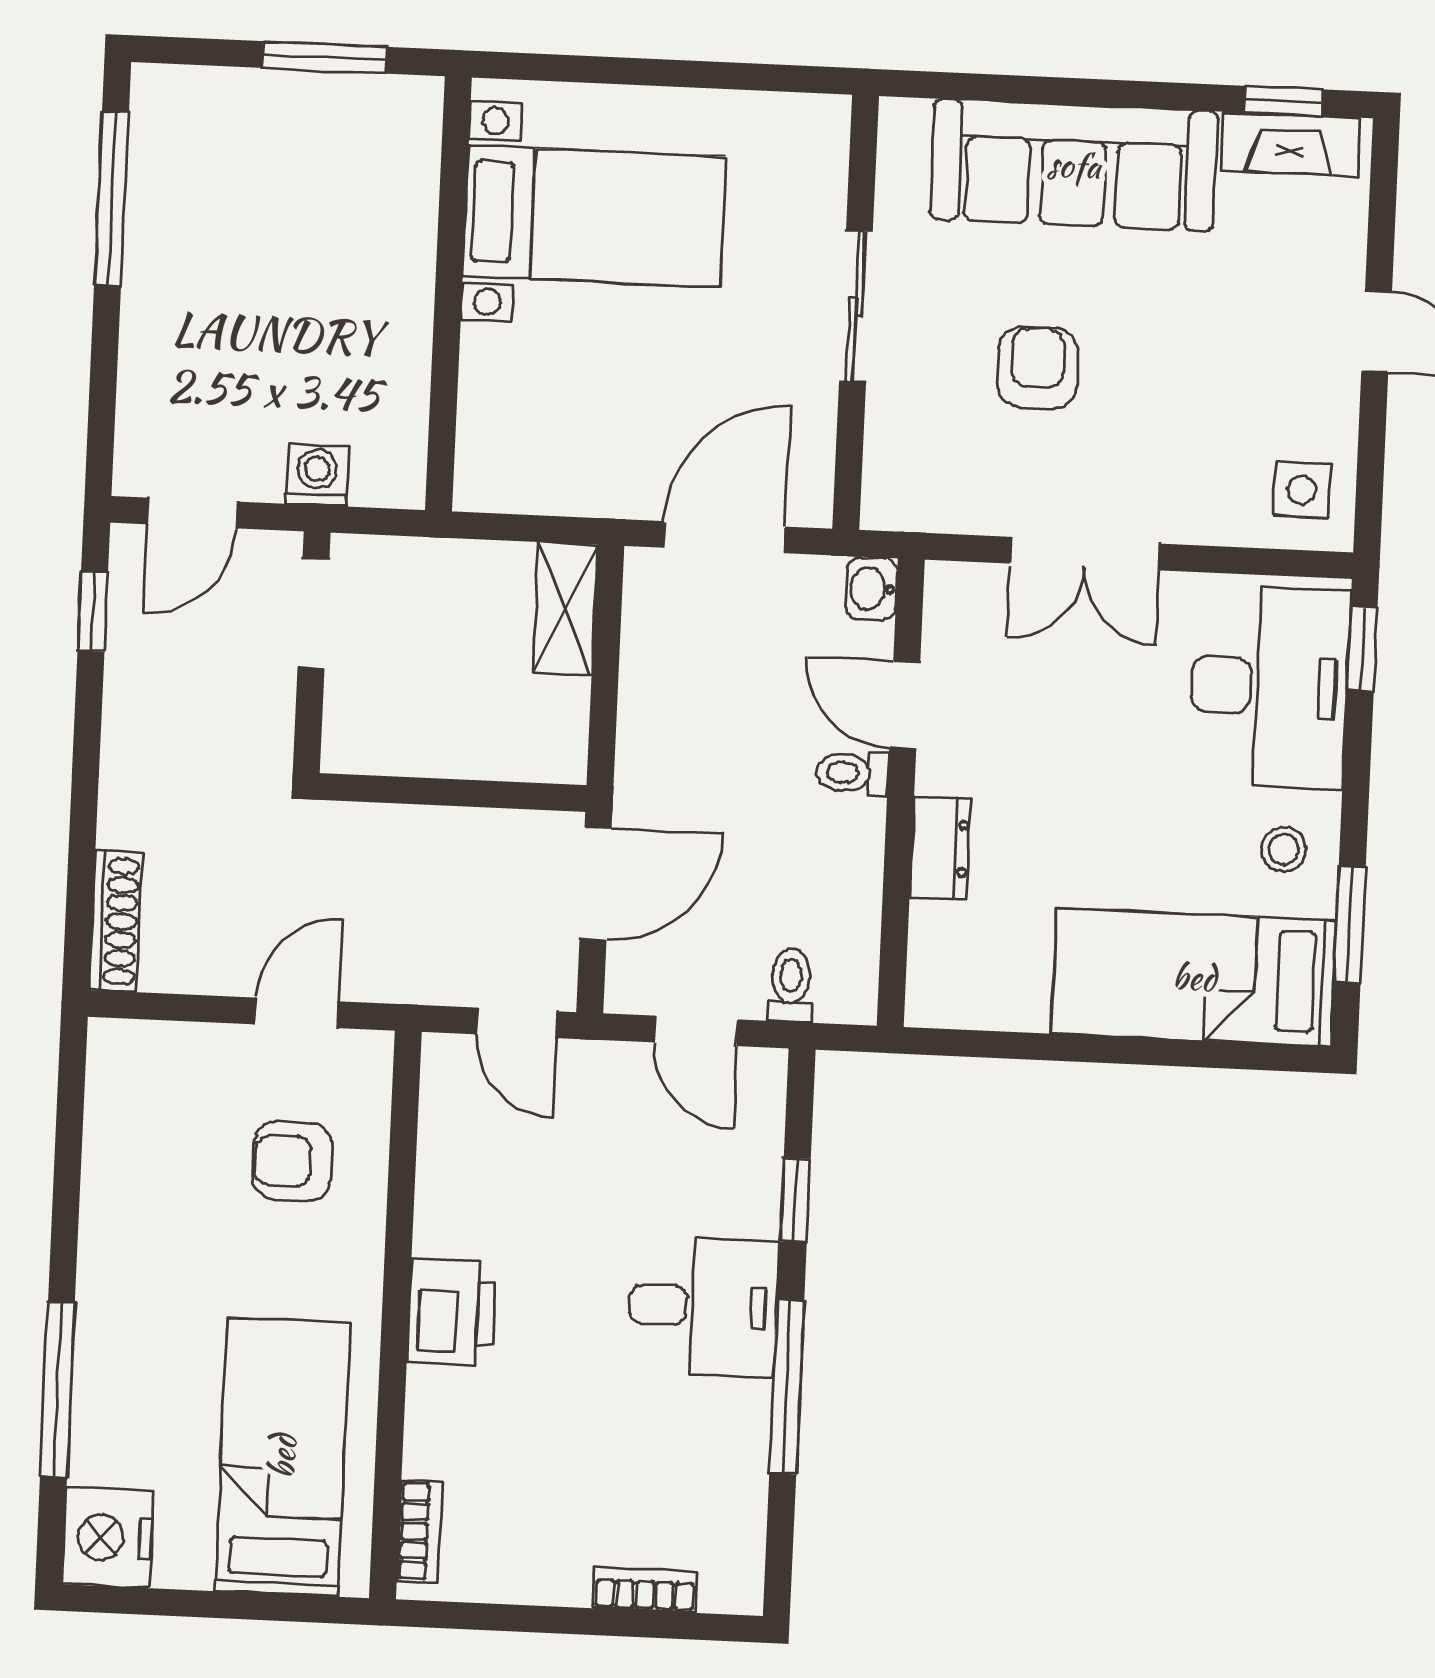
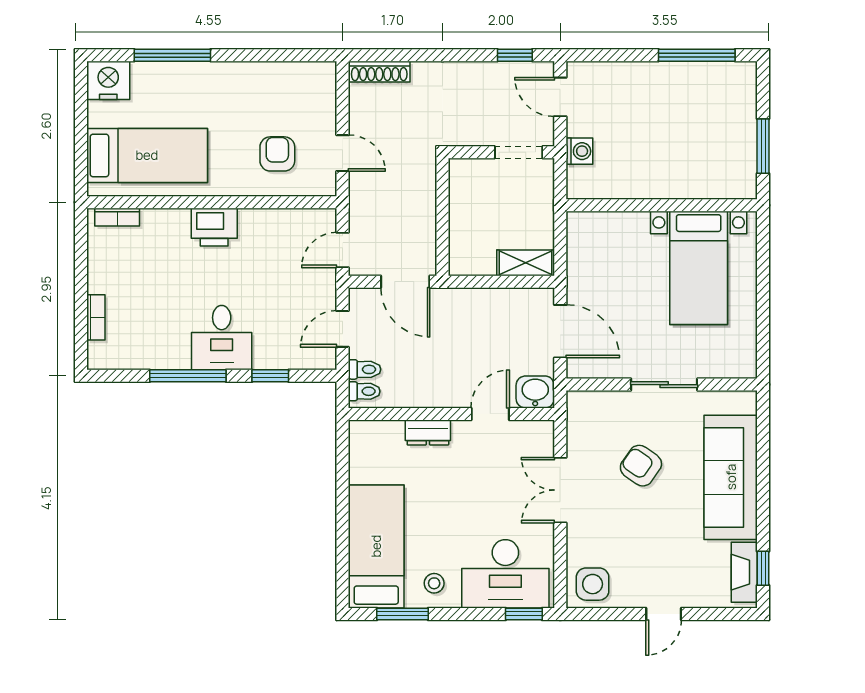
armchair: (1038, 368) -> (641, 466), turned -144
side table: (1302, 490) -> (593, 584), width x1.37, depth x1.37
washbasin: (871, 589) -> (535, 392), width x1.38, depth x1.45
toilet: (852, 773) -> (364, 391), moved, turned 90

